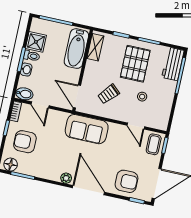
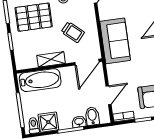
shelving: (95, 47) -> (51, 59), moved
toilet: (32, 56) -> (34, 125), moved
bidet: (24, 94) -> (92, 116), moved

